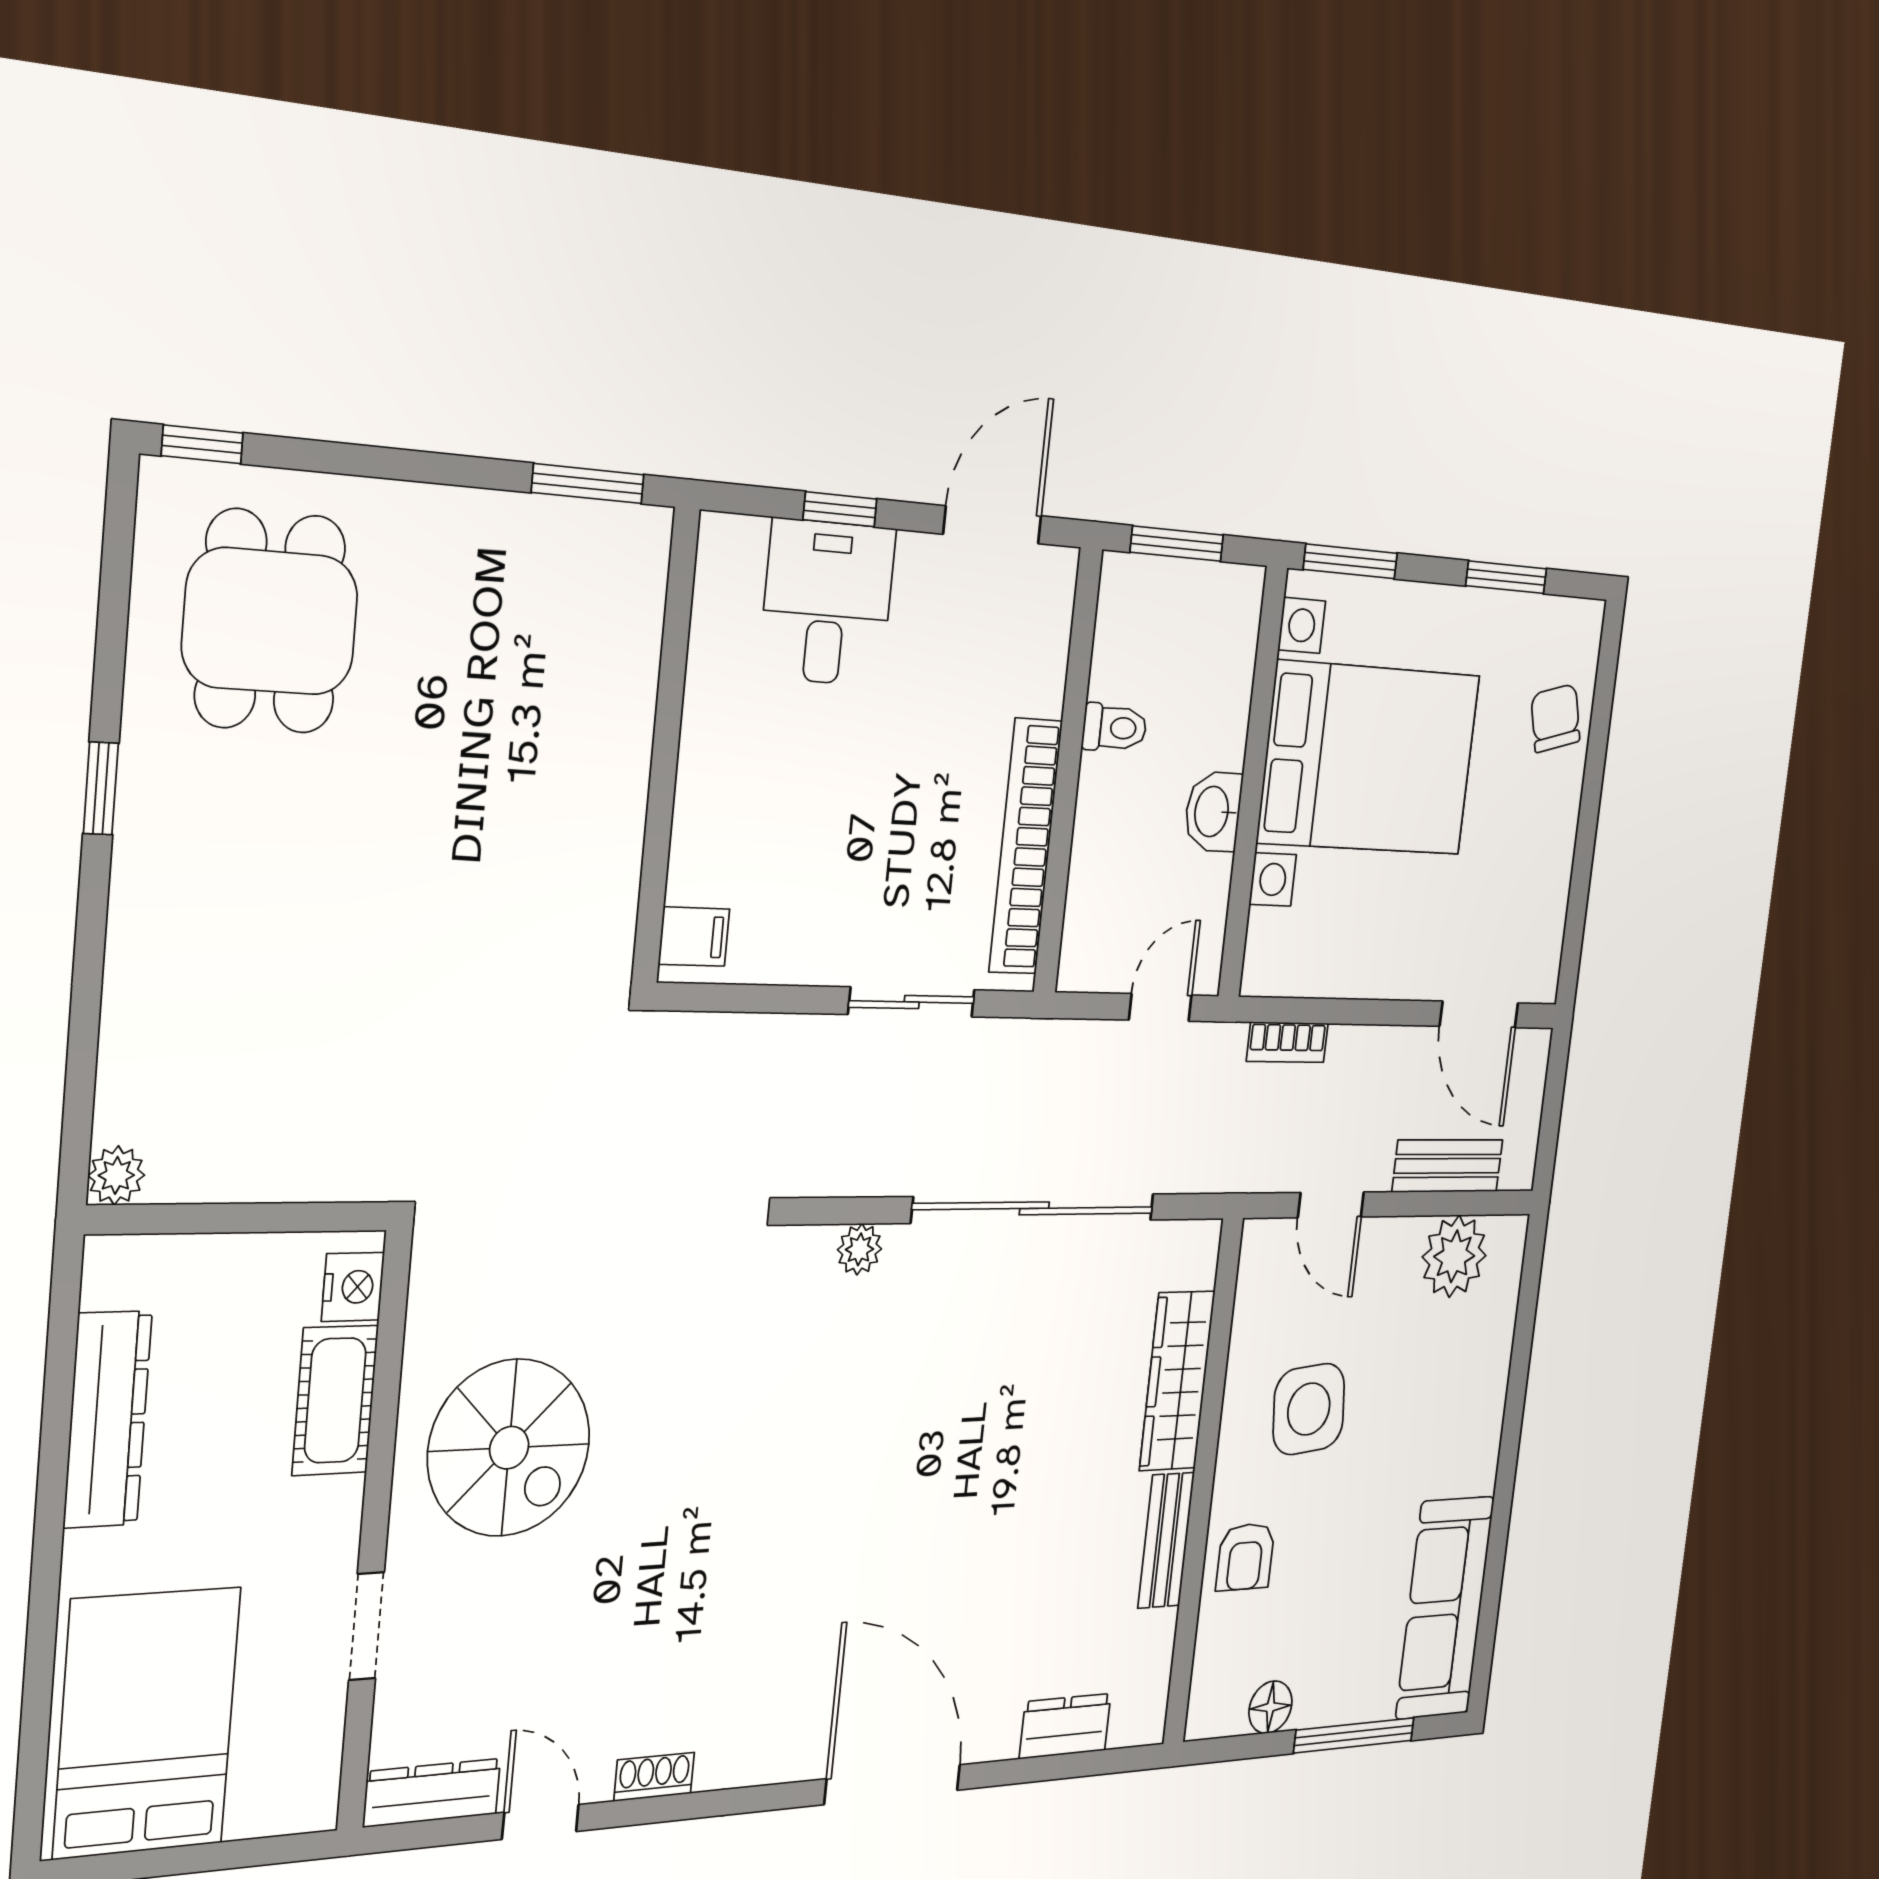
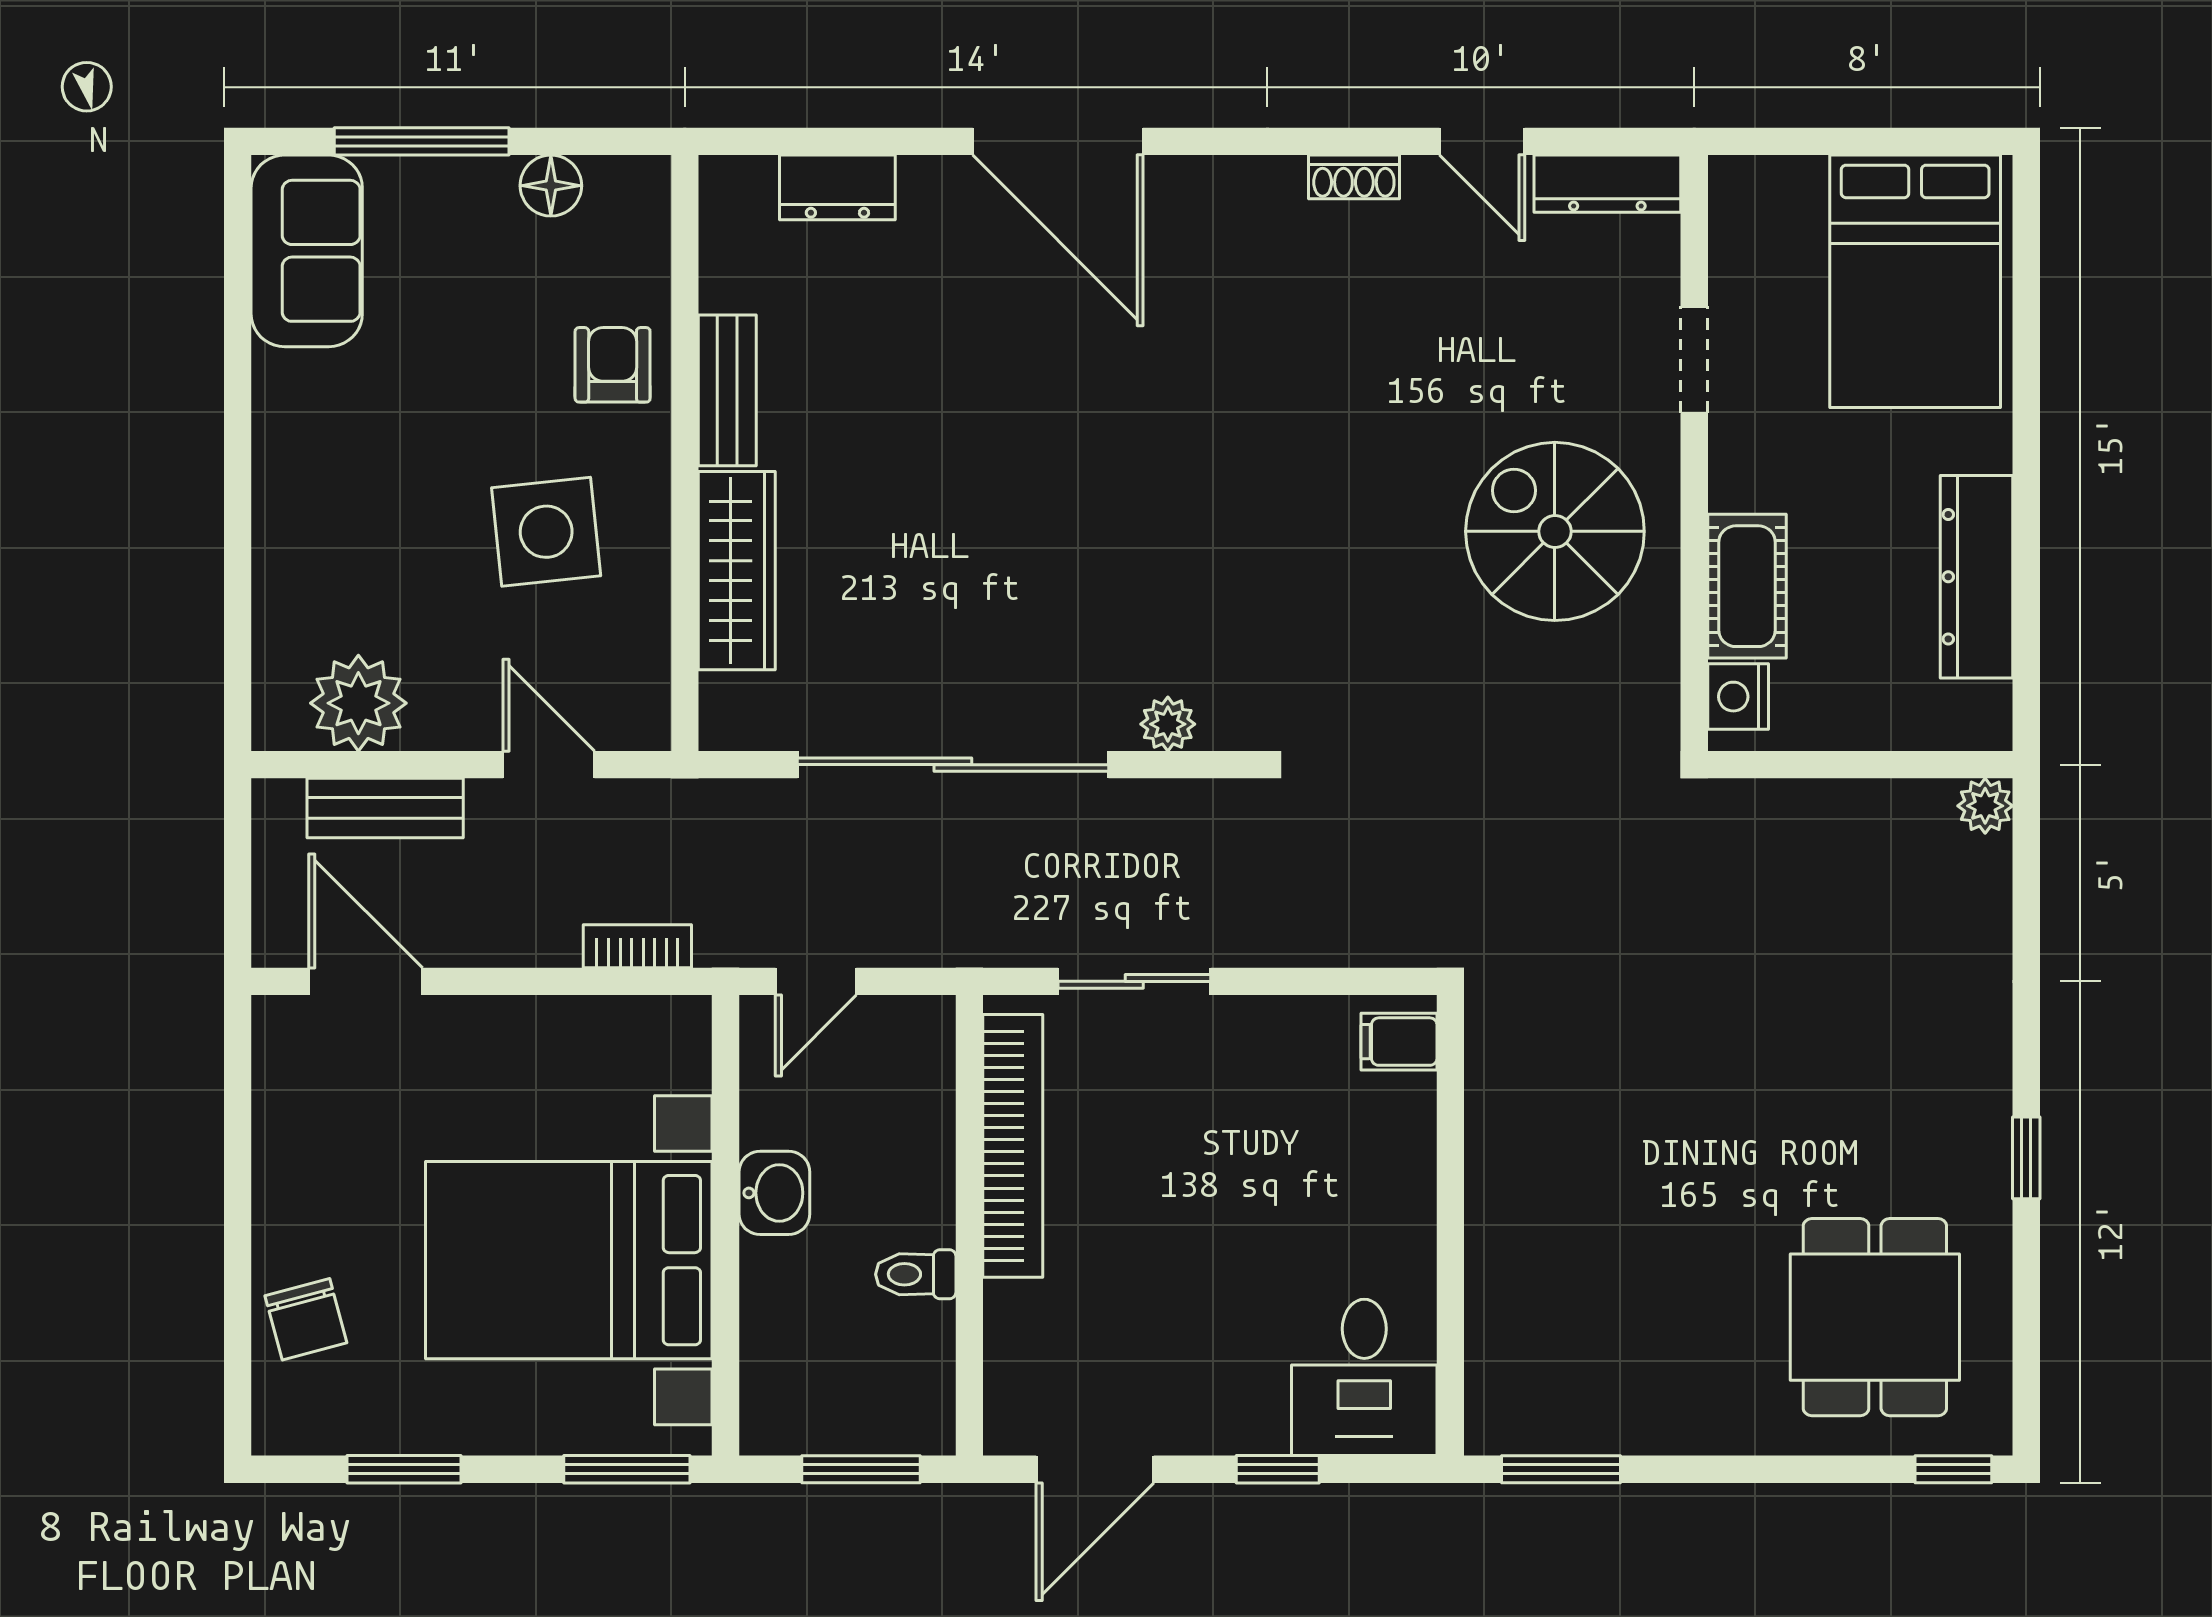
desk: (827, 603) -> (1364, 1377), moved
sofa: (1445, 1608) -> (307, 251), width x0.73

